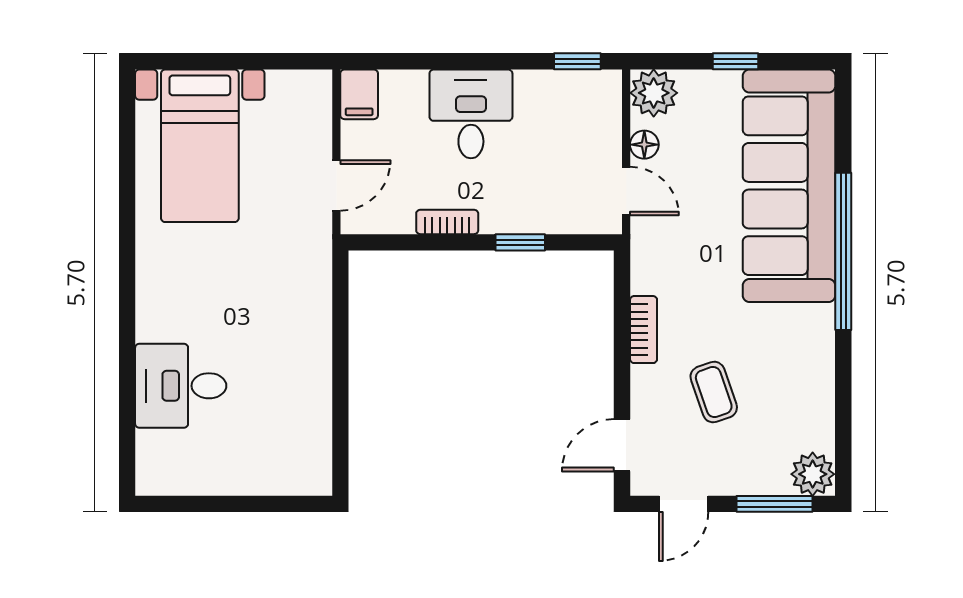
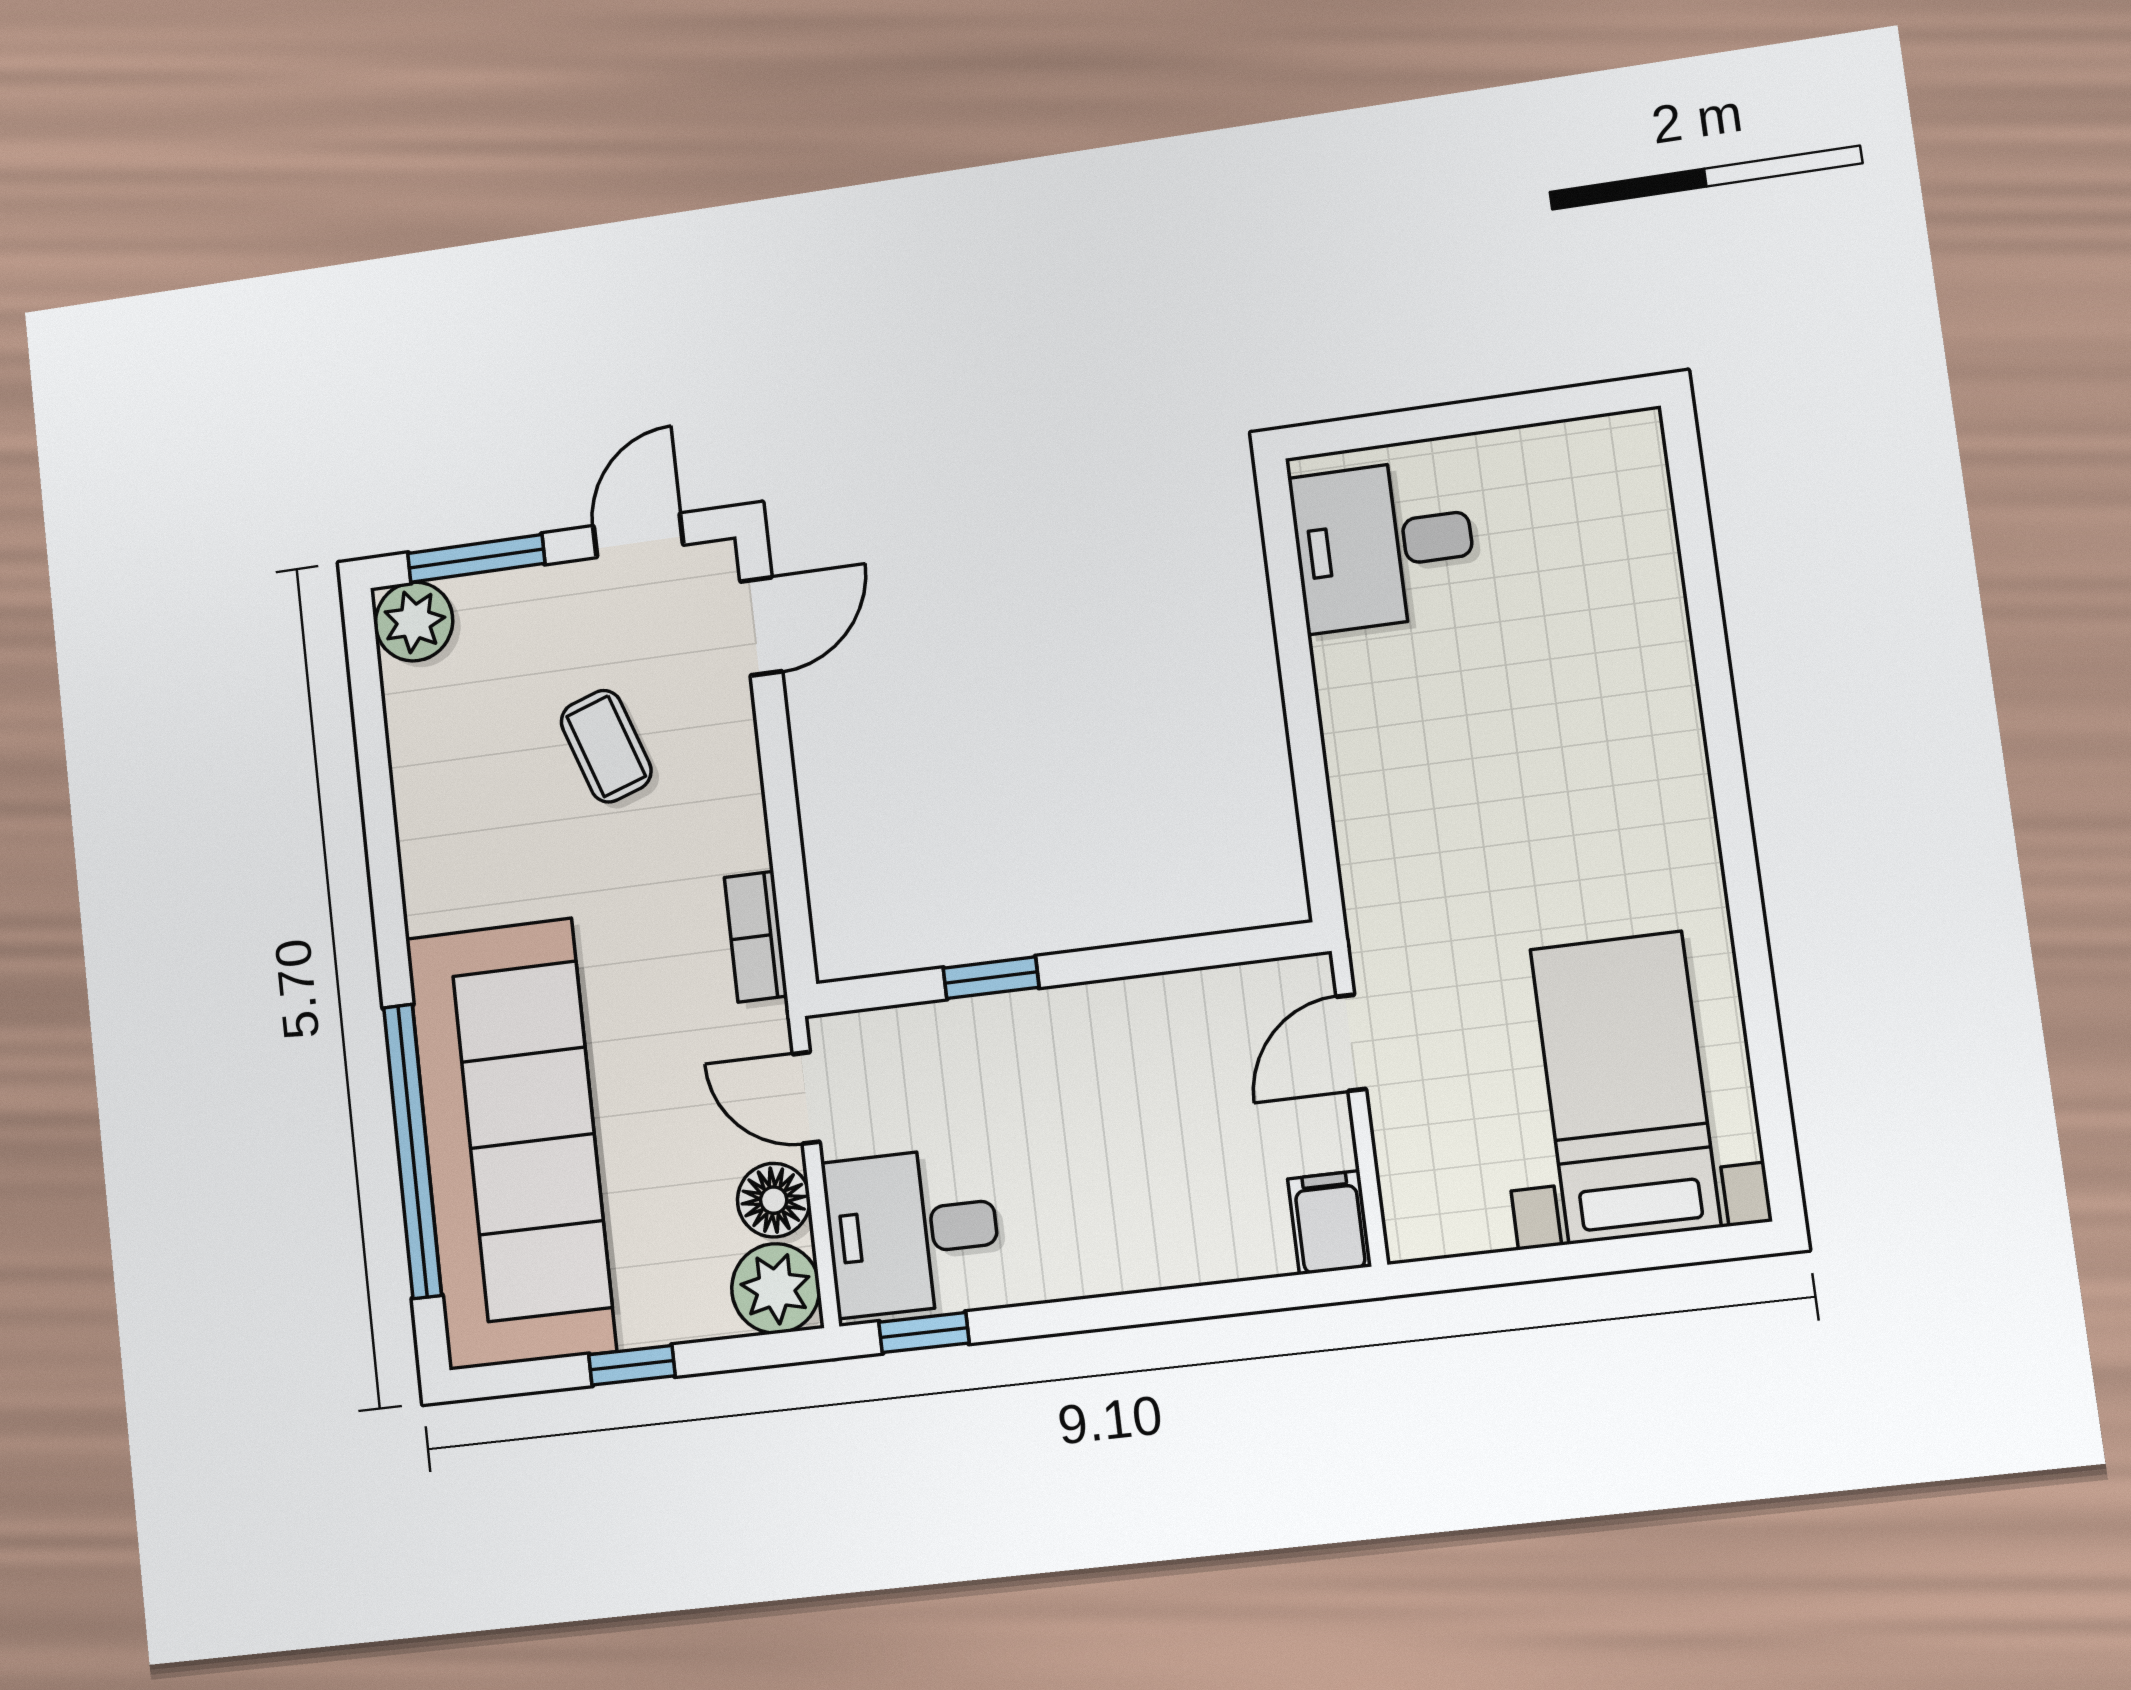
desk: (471, 114) -> (912, 1231), moved, turned 90
floor lamp: (644, 145) -> (774, 1200), width x1.37, depth x1.37
bookcase: (447, 222) -> (1132, 999), removed
window: (843, 251) -> (413, 1151), moved
bookcase: (644, 330) -> (756, 937), moved
desk: (181, 386) -> (1384, 545), moved, turned 180

